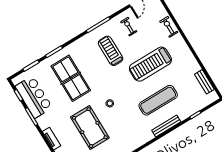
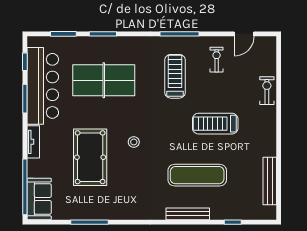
treadmill: (150, 64) -> (215, 124), width x0.73, depth x0.73
table tennis table: (71, 78) -> (104, 80), turned 90
bench: (204, 82) -> (270, 181), width x1.36
bar counter: (34, 97) -> (43, 86), width x1.36

